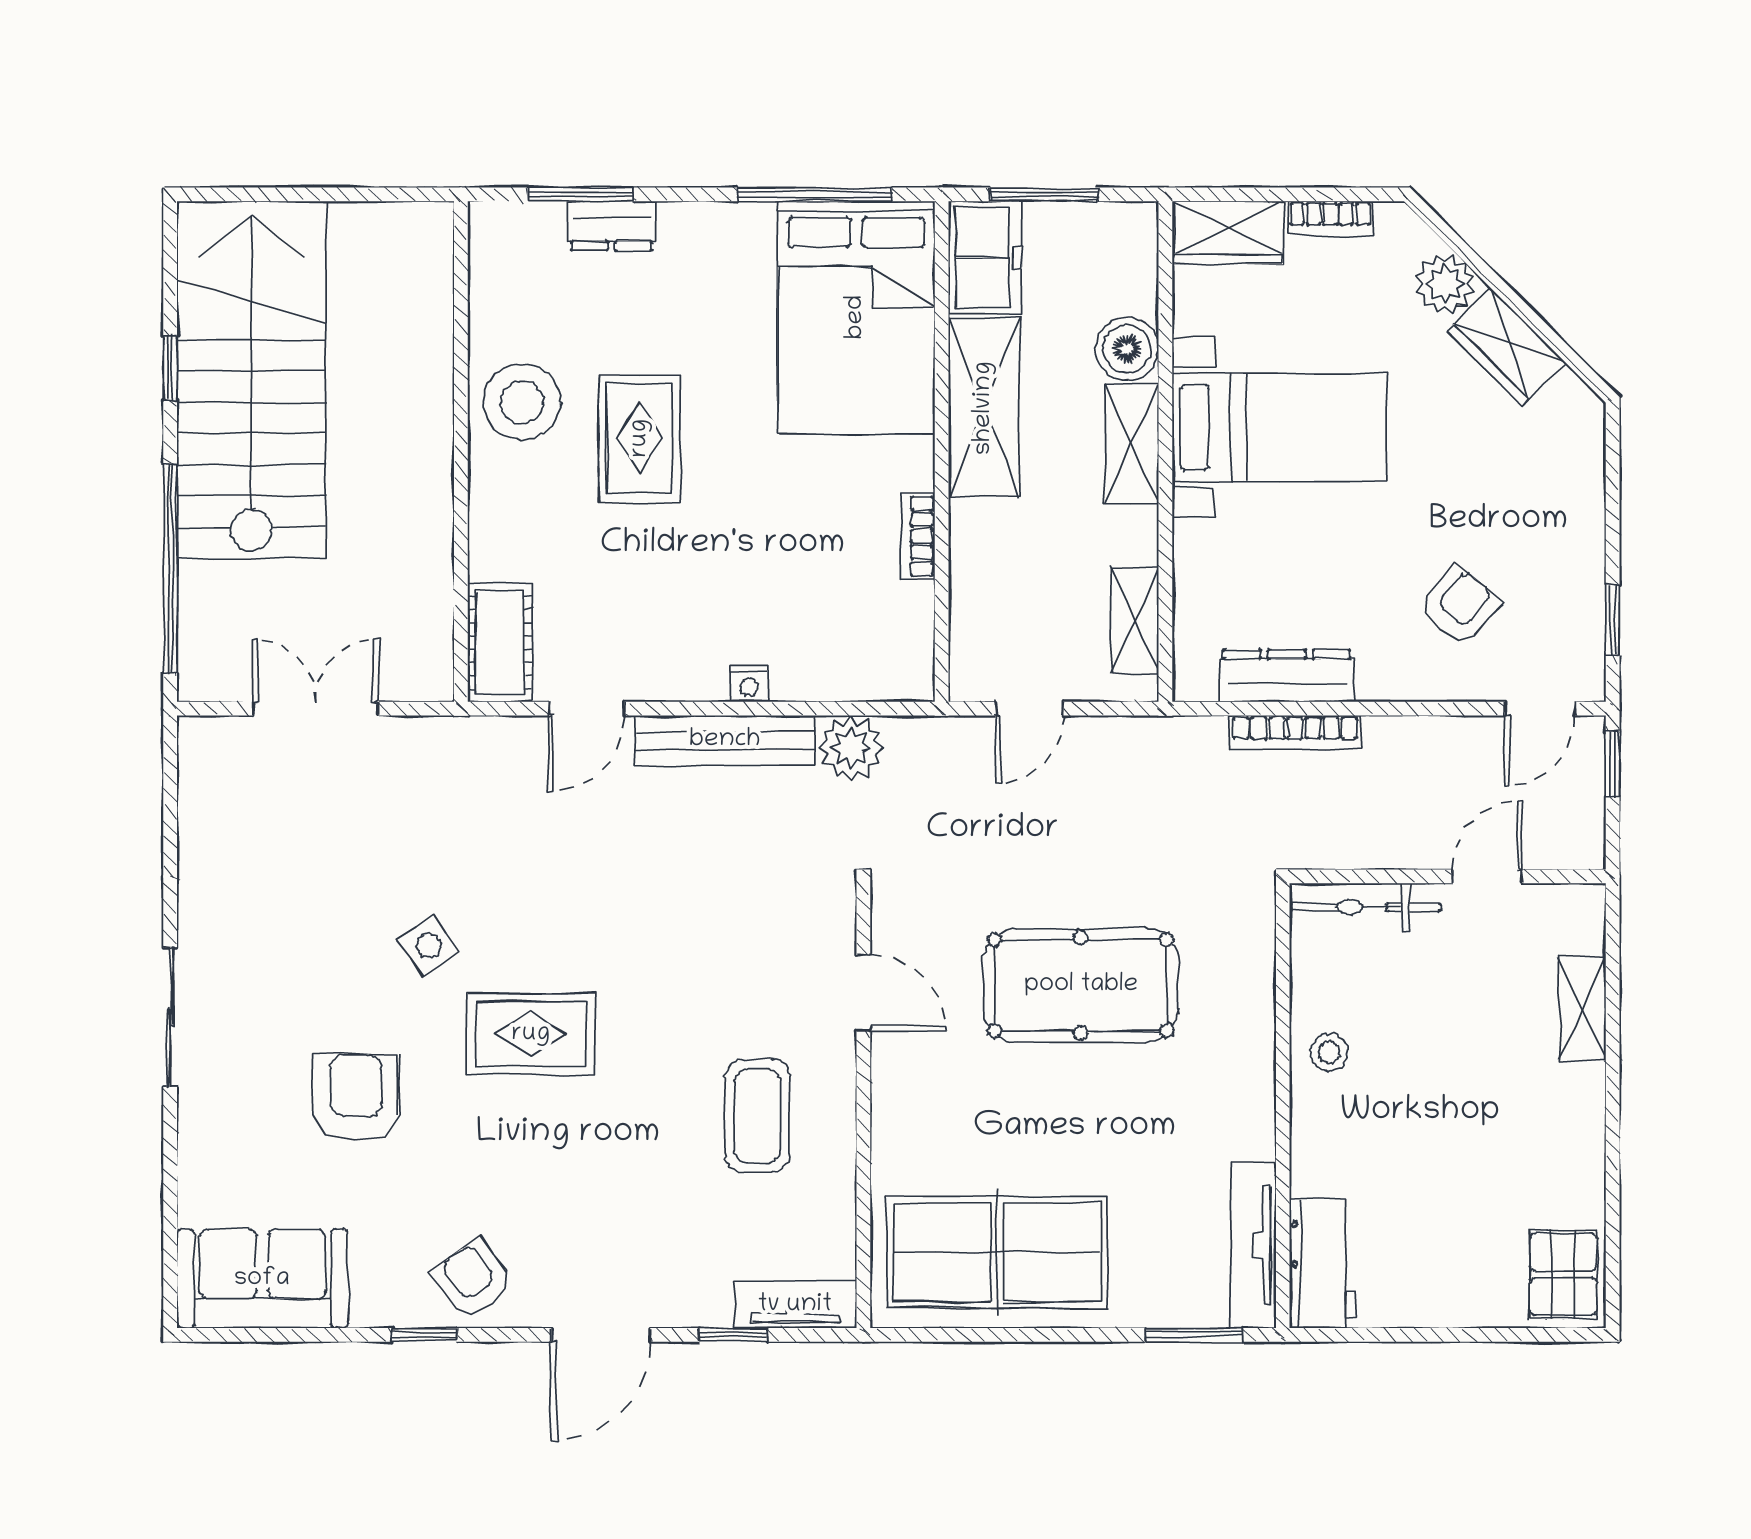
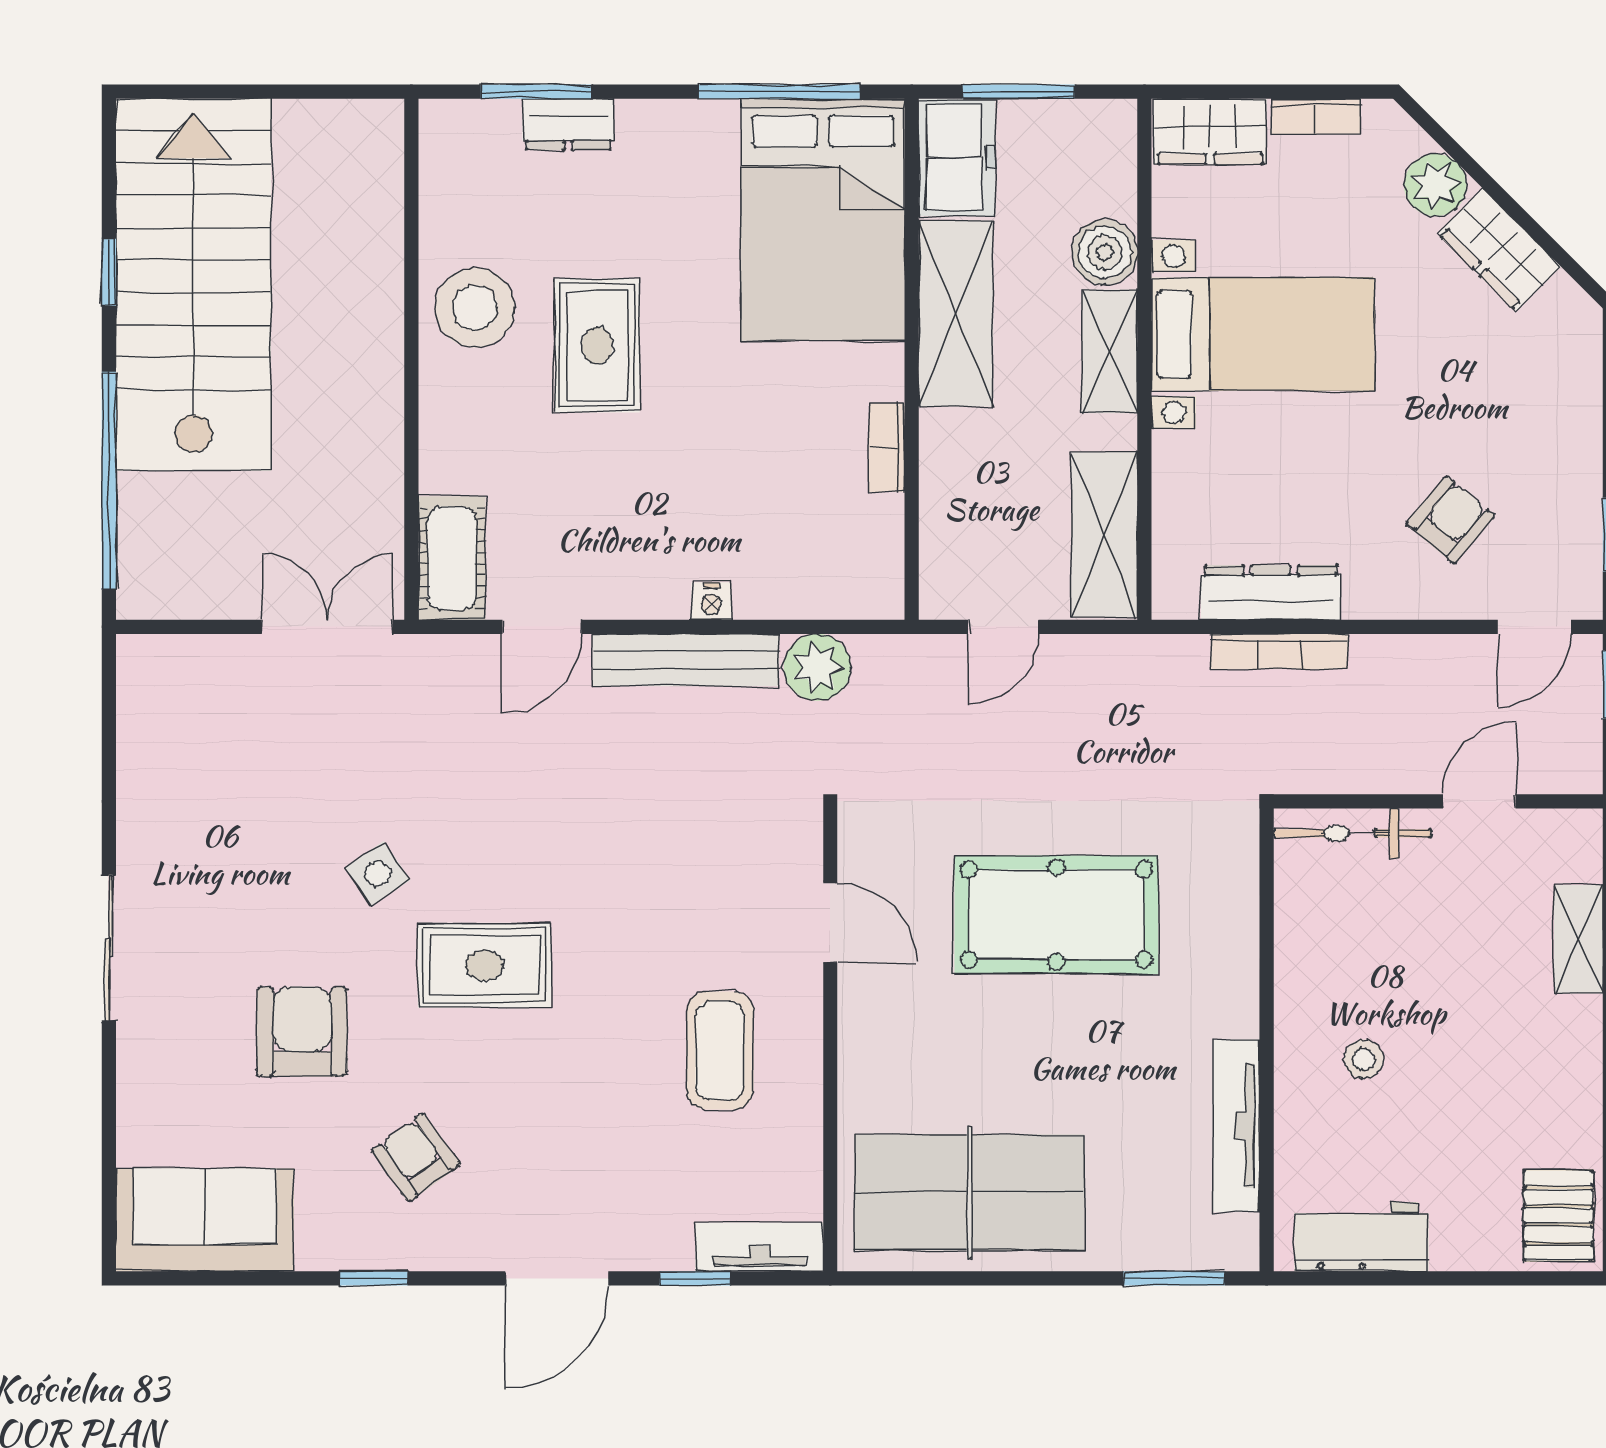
shelving: (1135, 620) -> (1104, 535), width x1.50, depth x1.33
double door: (316, 709) -> (327, 627), moved
stool: (1329, 1052) -> (1364, 1059), moved
tv unit: (1254, 1245) -> (1236, 1126), moved
workbench: (1323, 1264) -> (1361, 1237), moved, turned -90
armchair: (473, 1279) -> (416, 1157), moved

